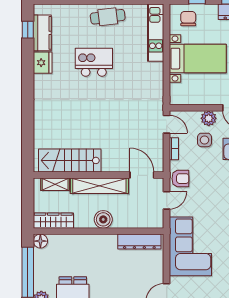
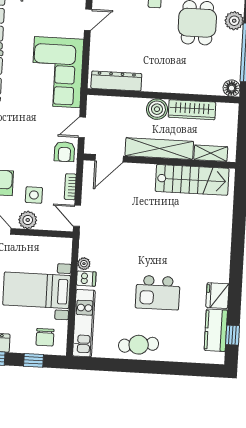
dishwasher: (156, 71) -> (86, 279), added
plant: (158, 84) -> (84, 264), added
door: (142, 175) -> (109, 158), hinge flipped
armchair: (180, 179) -> (64, 152), turned -90
wardrobe: (53, 221) -> (192, 110), moved

